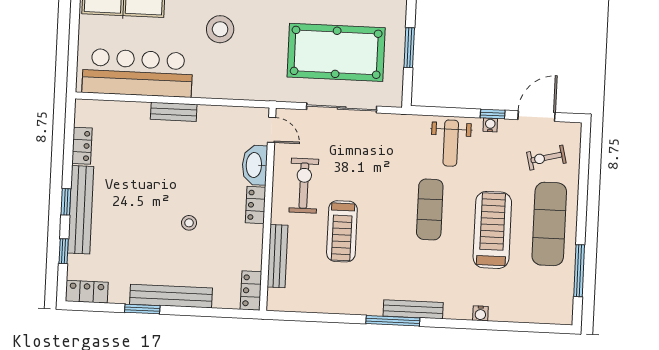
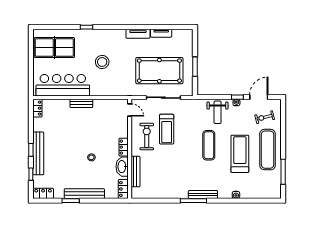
locker: (82, 146) -> (37, 108), moved
washbasin: (255, 165) -> (122, 167), moved
treadmill: (342, 231) -> (167, 129), moved

